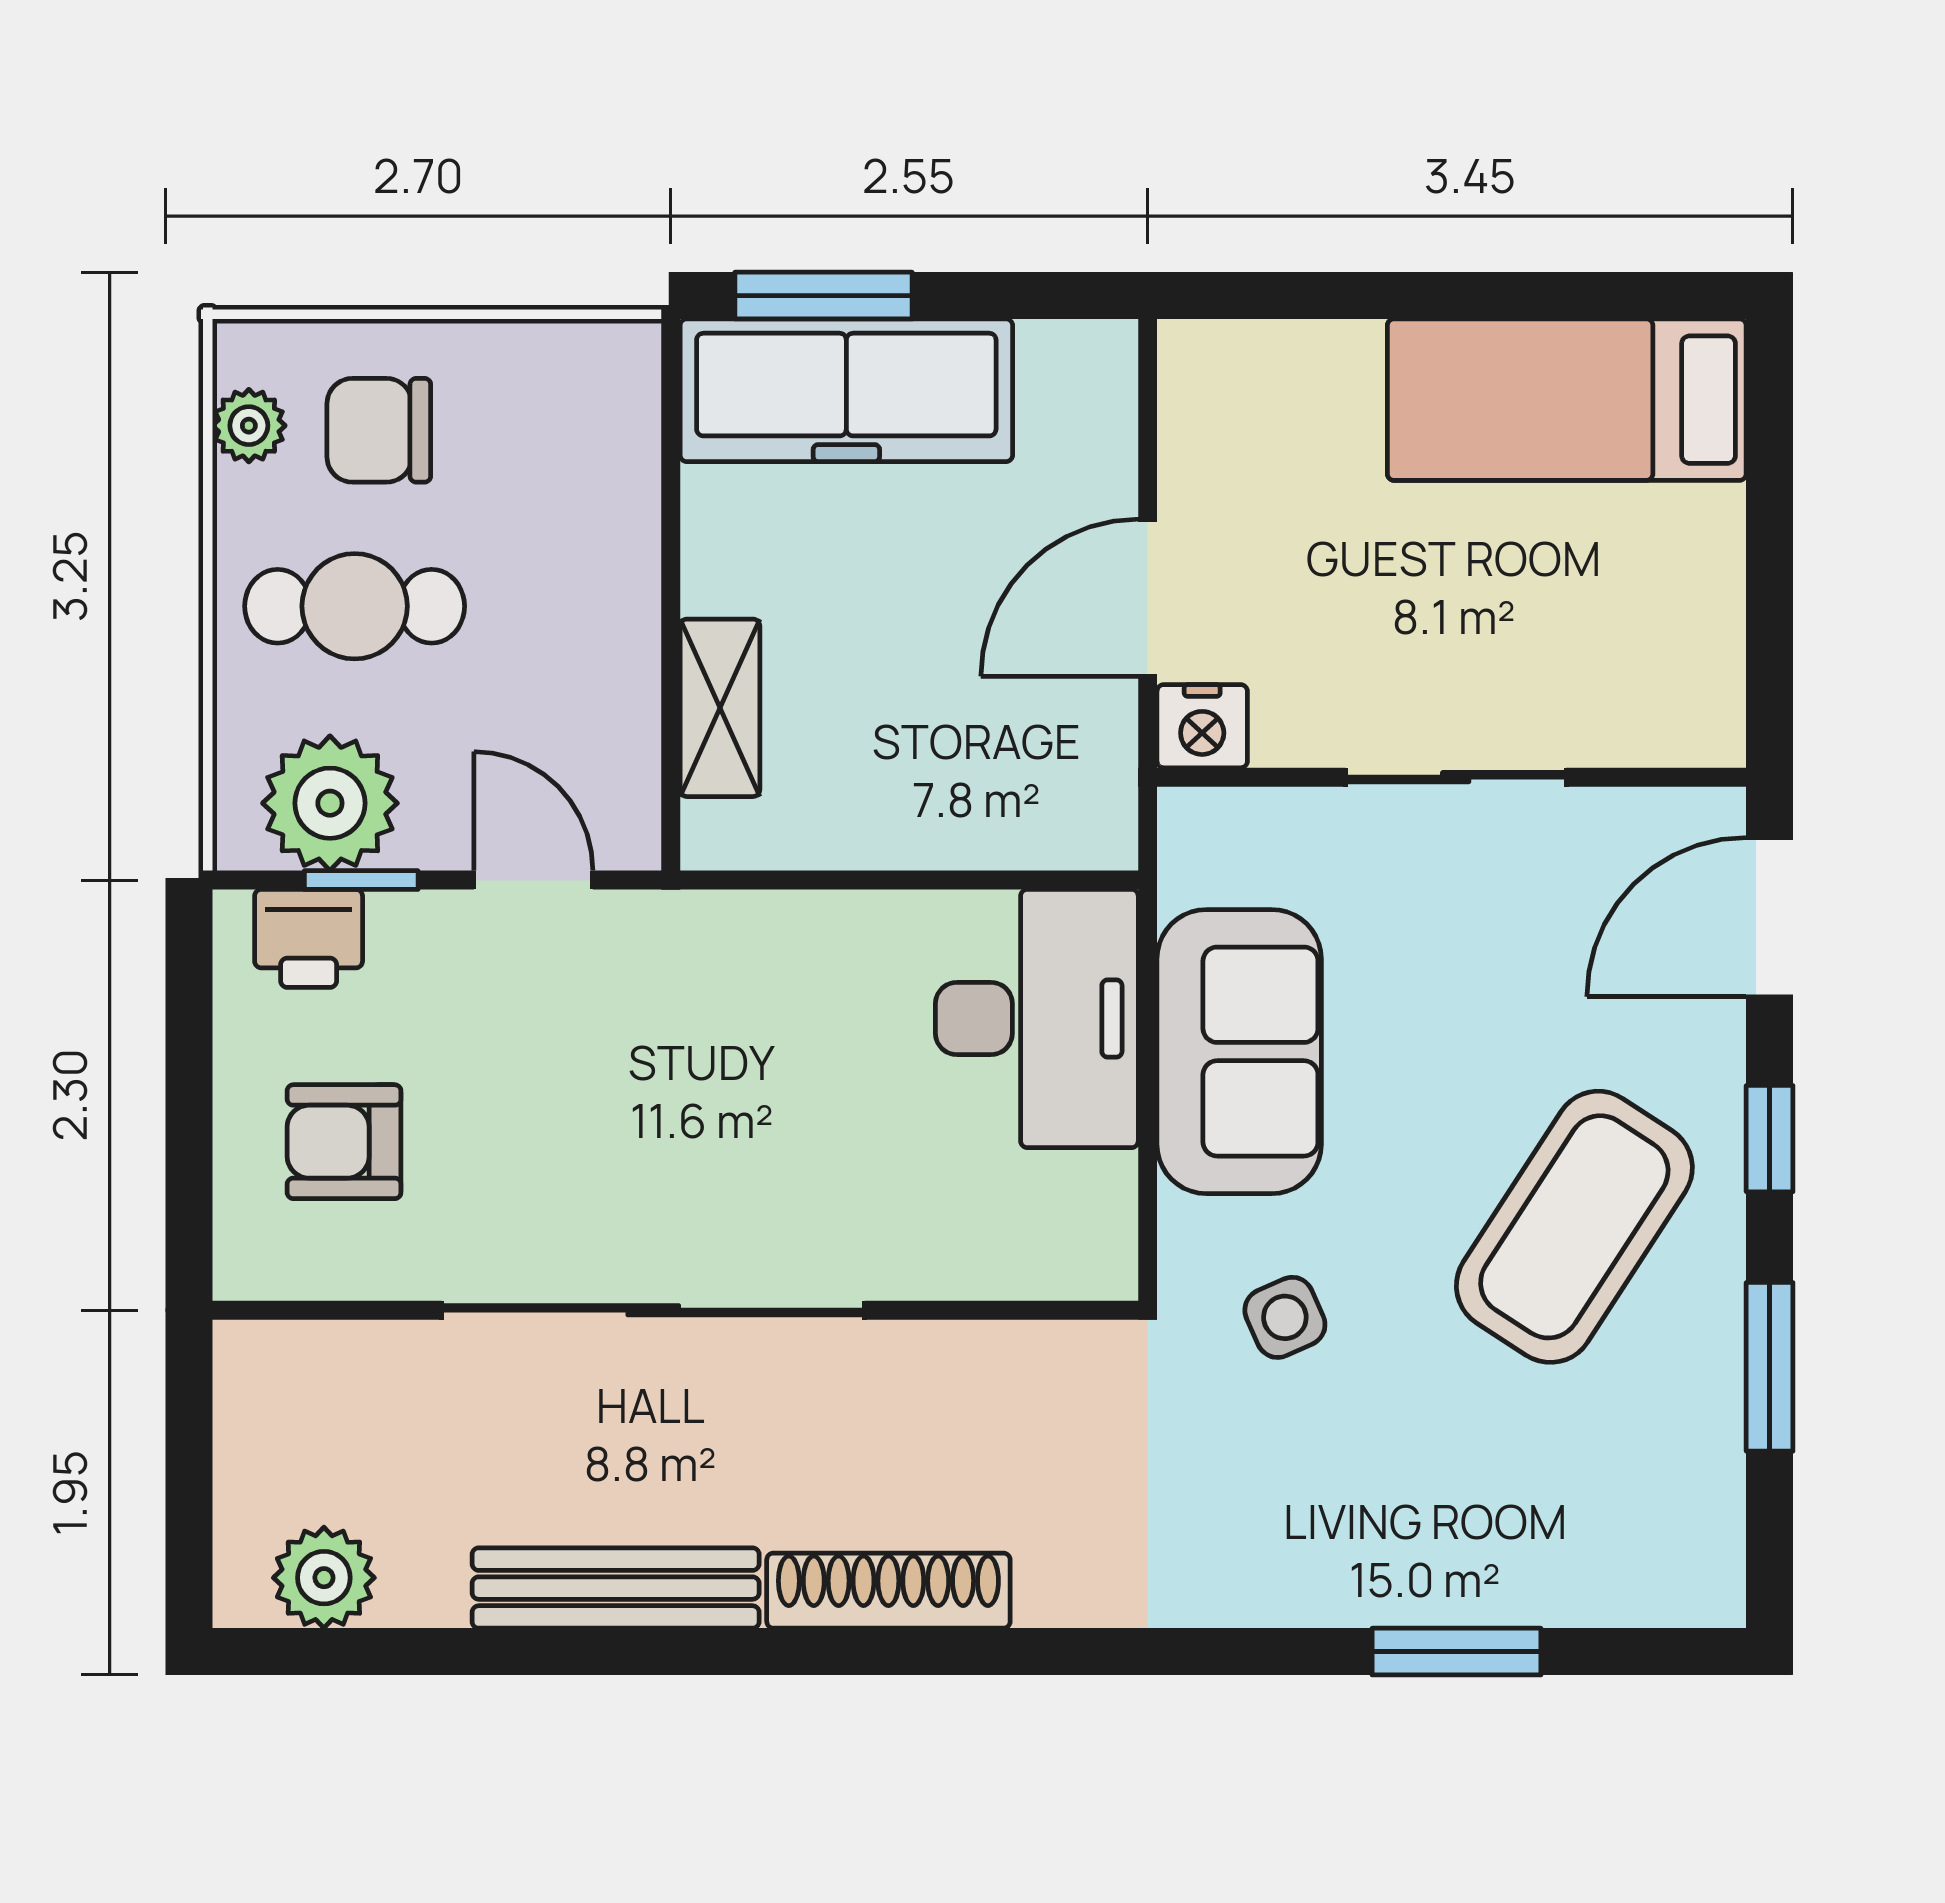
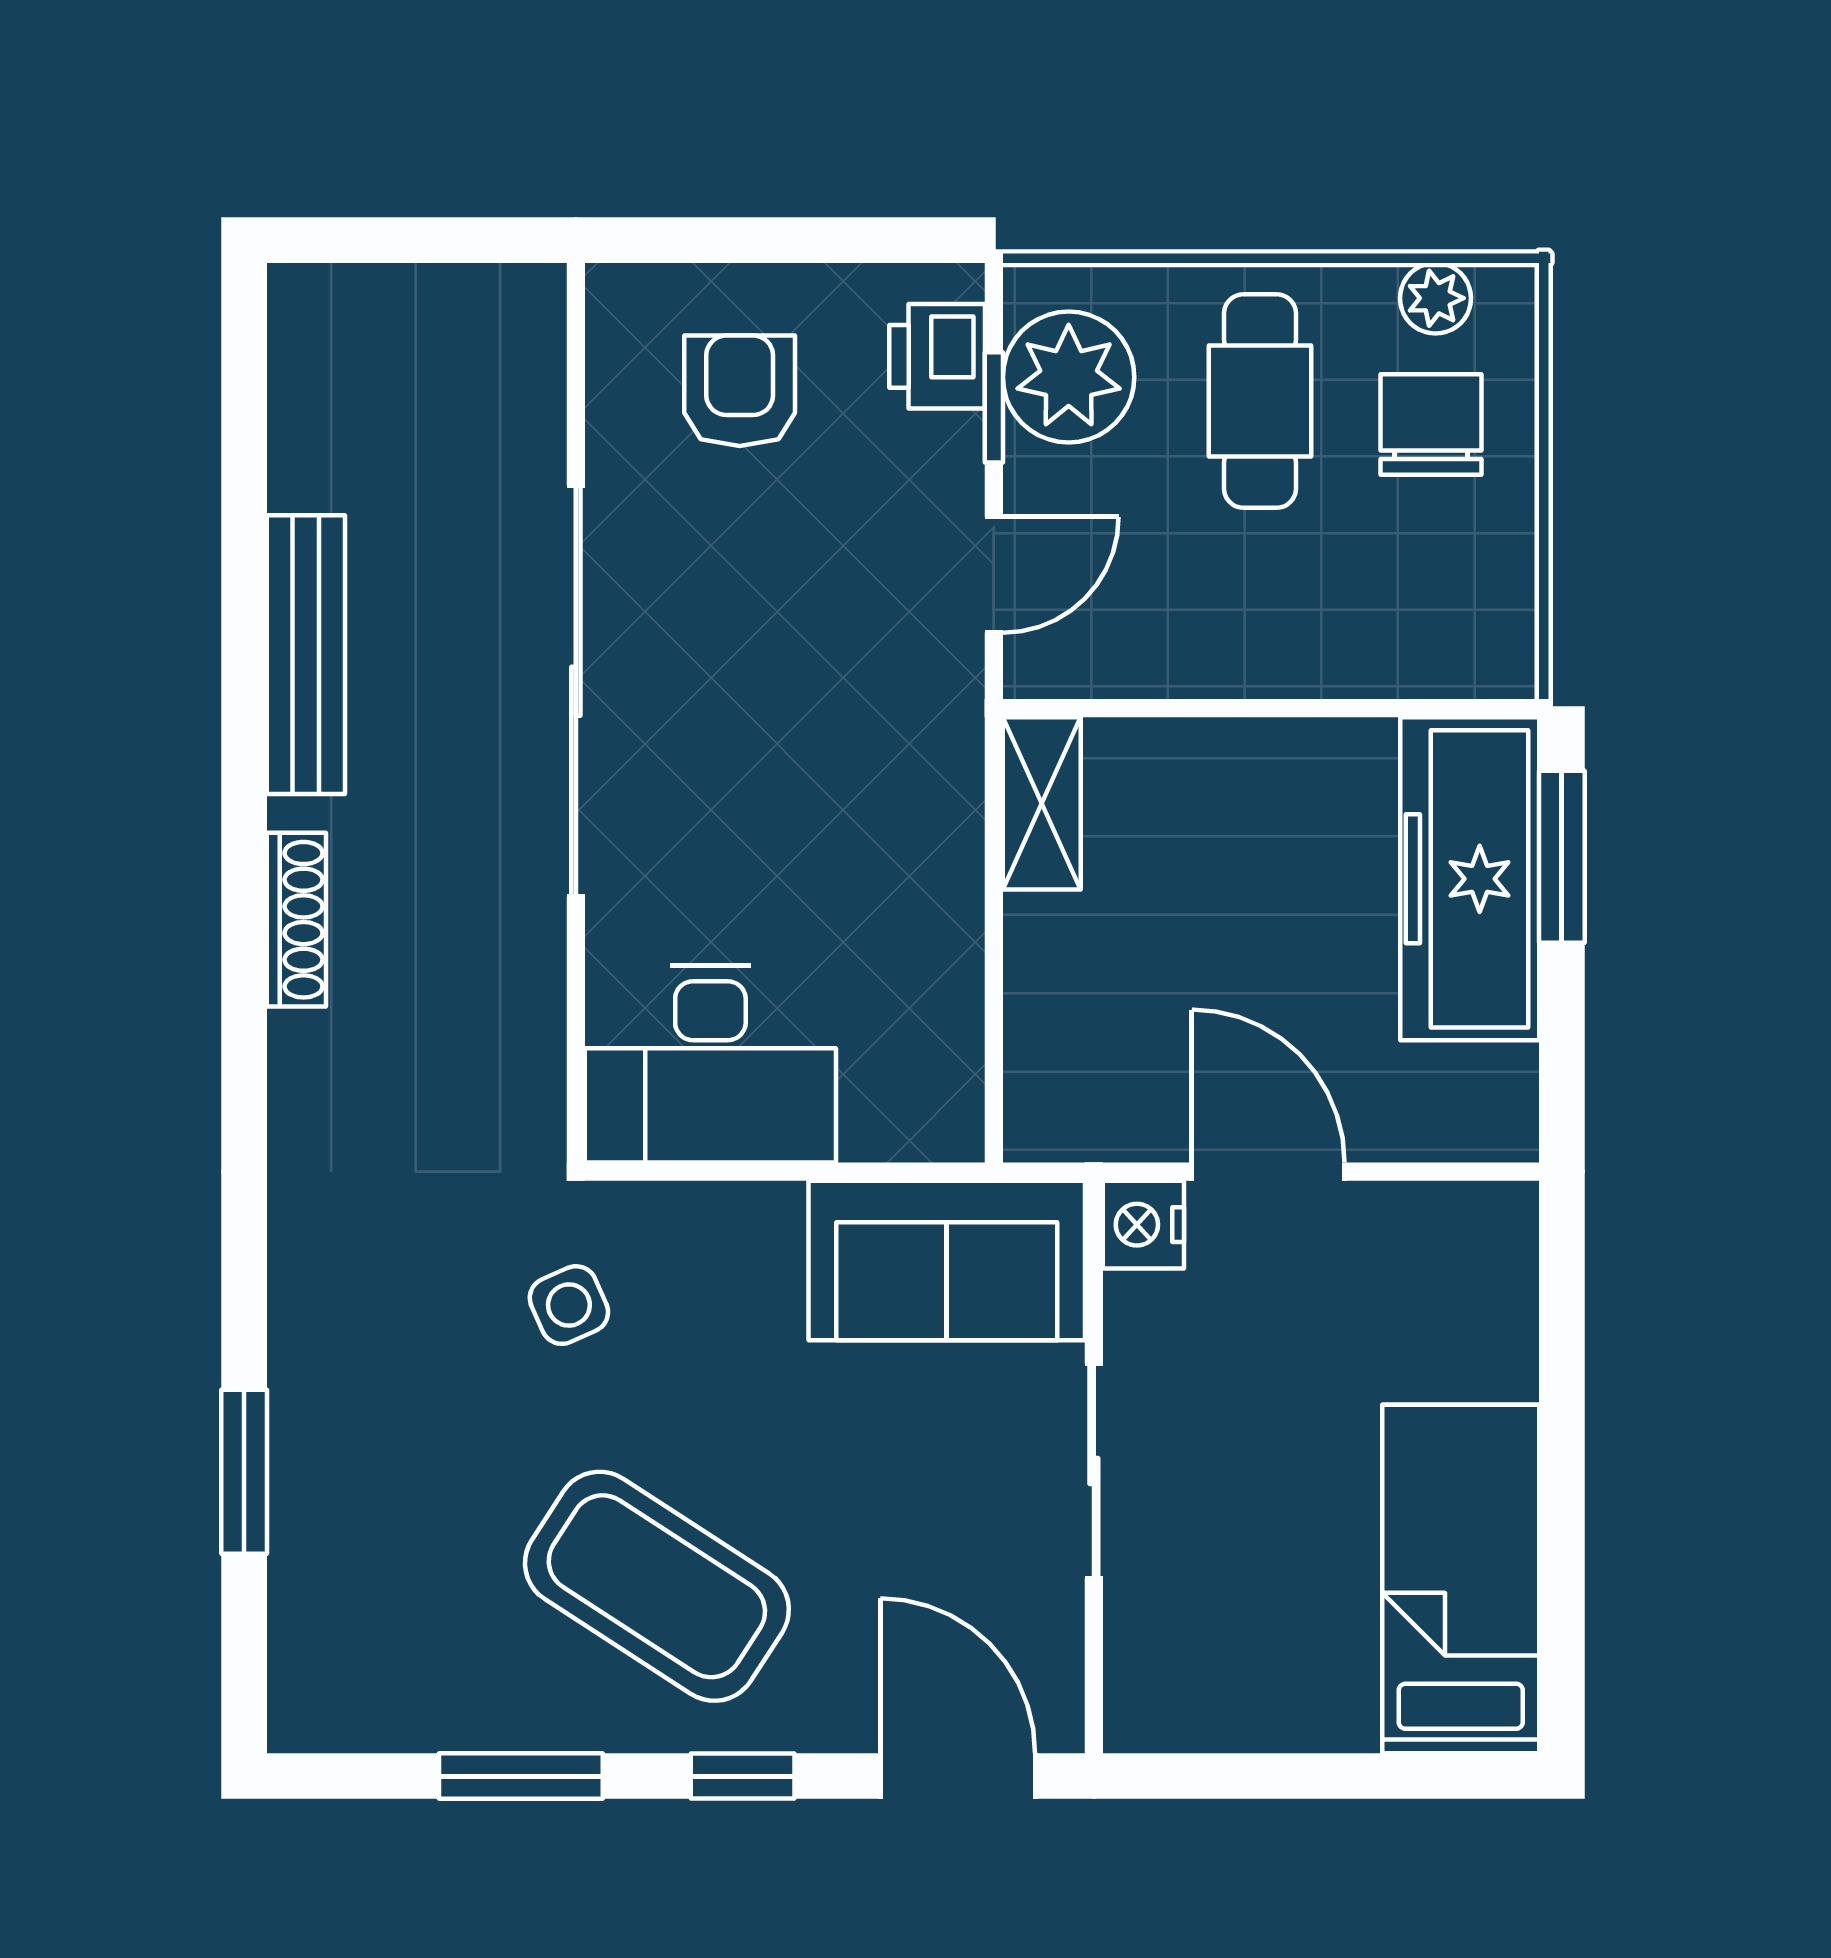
shelving: (720, 708) -> (1042, 803), moved, turned 90
desk: (1037, 1019) -> (710, 1064), moved
sofa: (1239, 1052) -> (947, 1261), moved
plant: (324, 1578) -> (316, 371), removed
shoe rack: (888, 1591) -> (296, 920), width x0.74, depth x0.81

